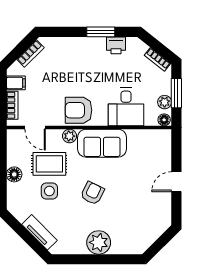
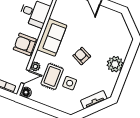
armchair: (79, 110) -> (25, 44), turned 90
plant: (69, 136) -> (35, 66), moved
floor lamp: (14, 174) -> (26, 92), moved

